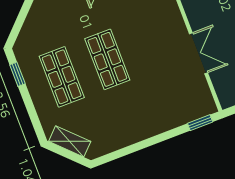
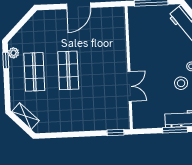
plant: (25, 60) -> (14, 53), added

